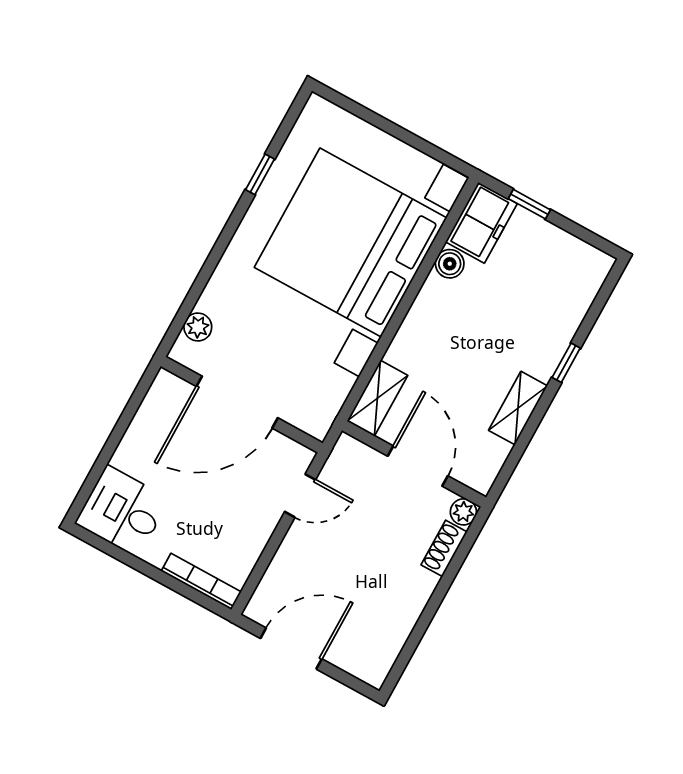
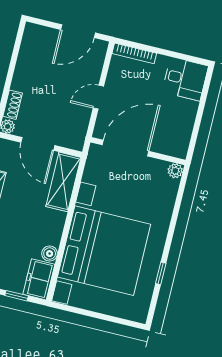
plant: (198, 327) -> (175, 171), moved
shelving: (377, 398) -> (63, 182), width x1.50, depth x1.33
door: (237, 402) -> (125, 148), moved
door: (300, 496) -> (98, 97), moved

